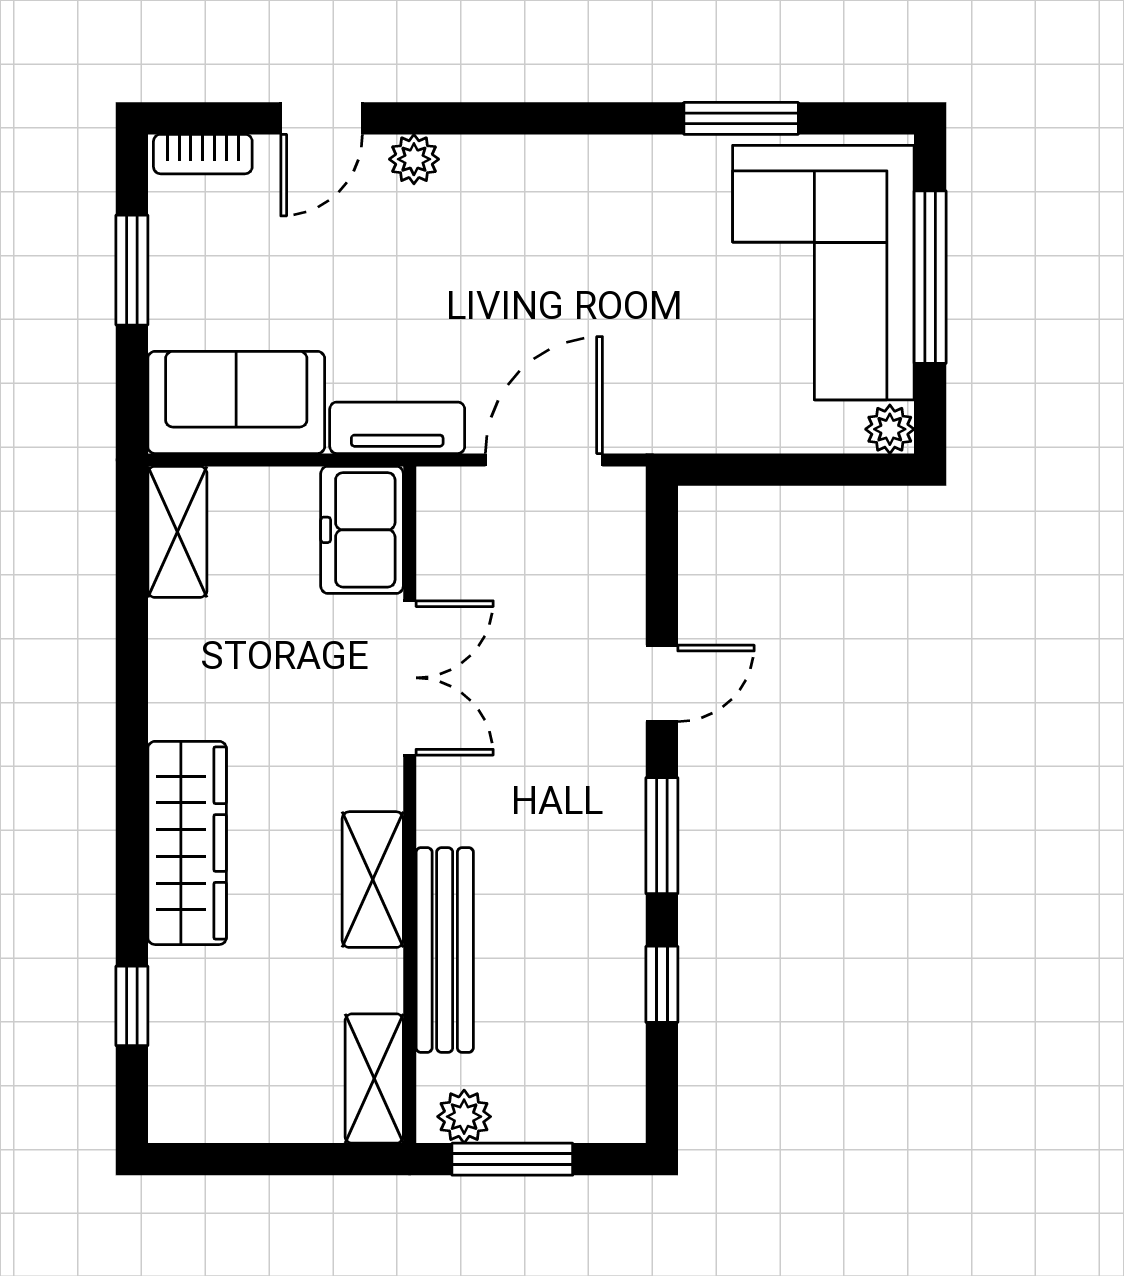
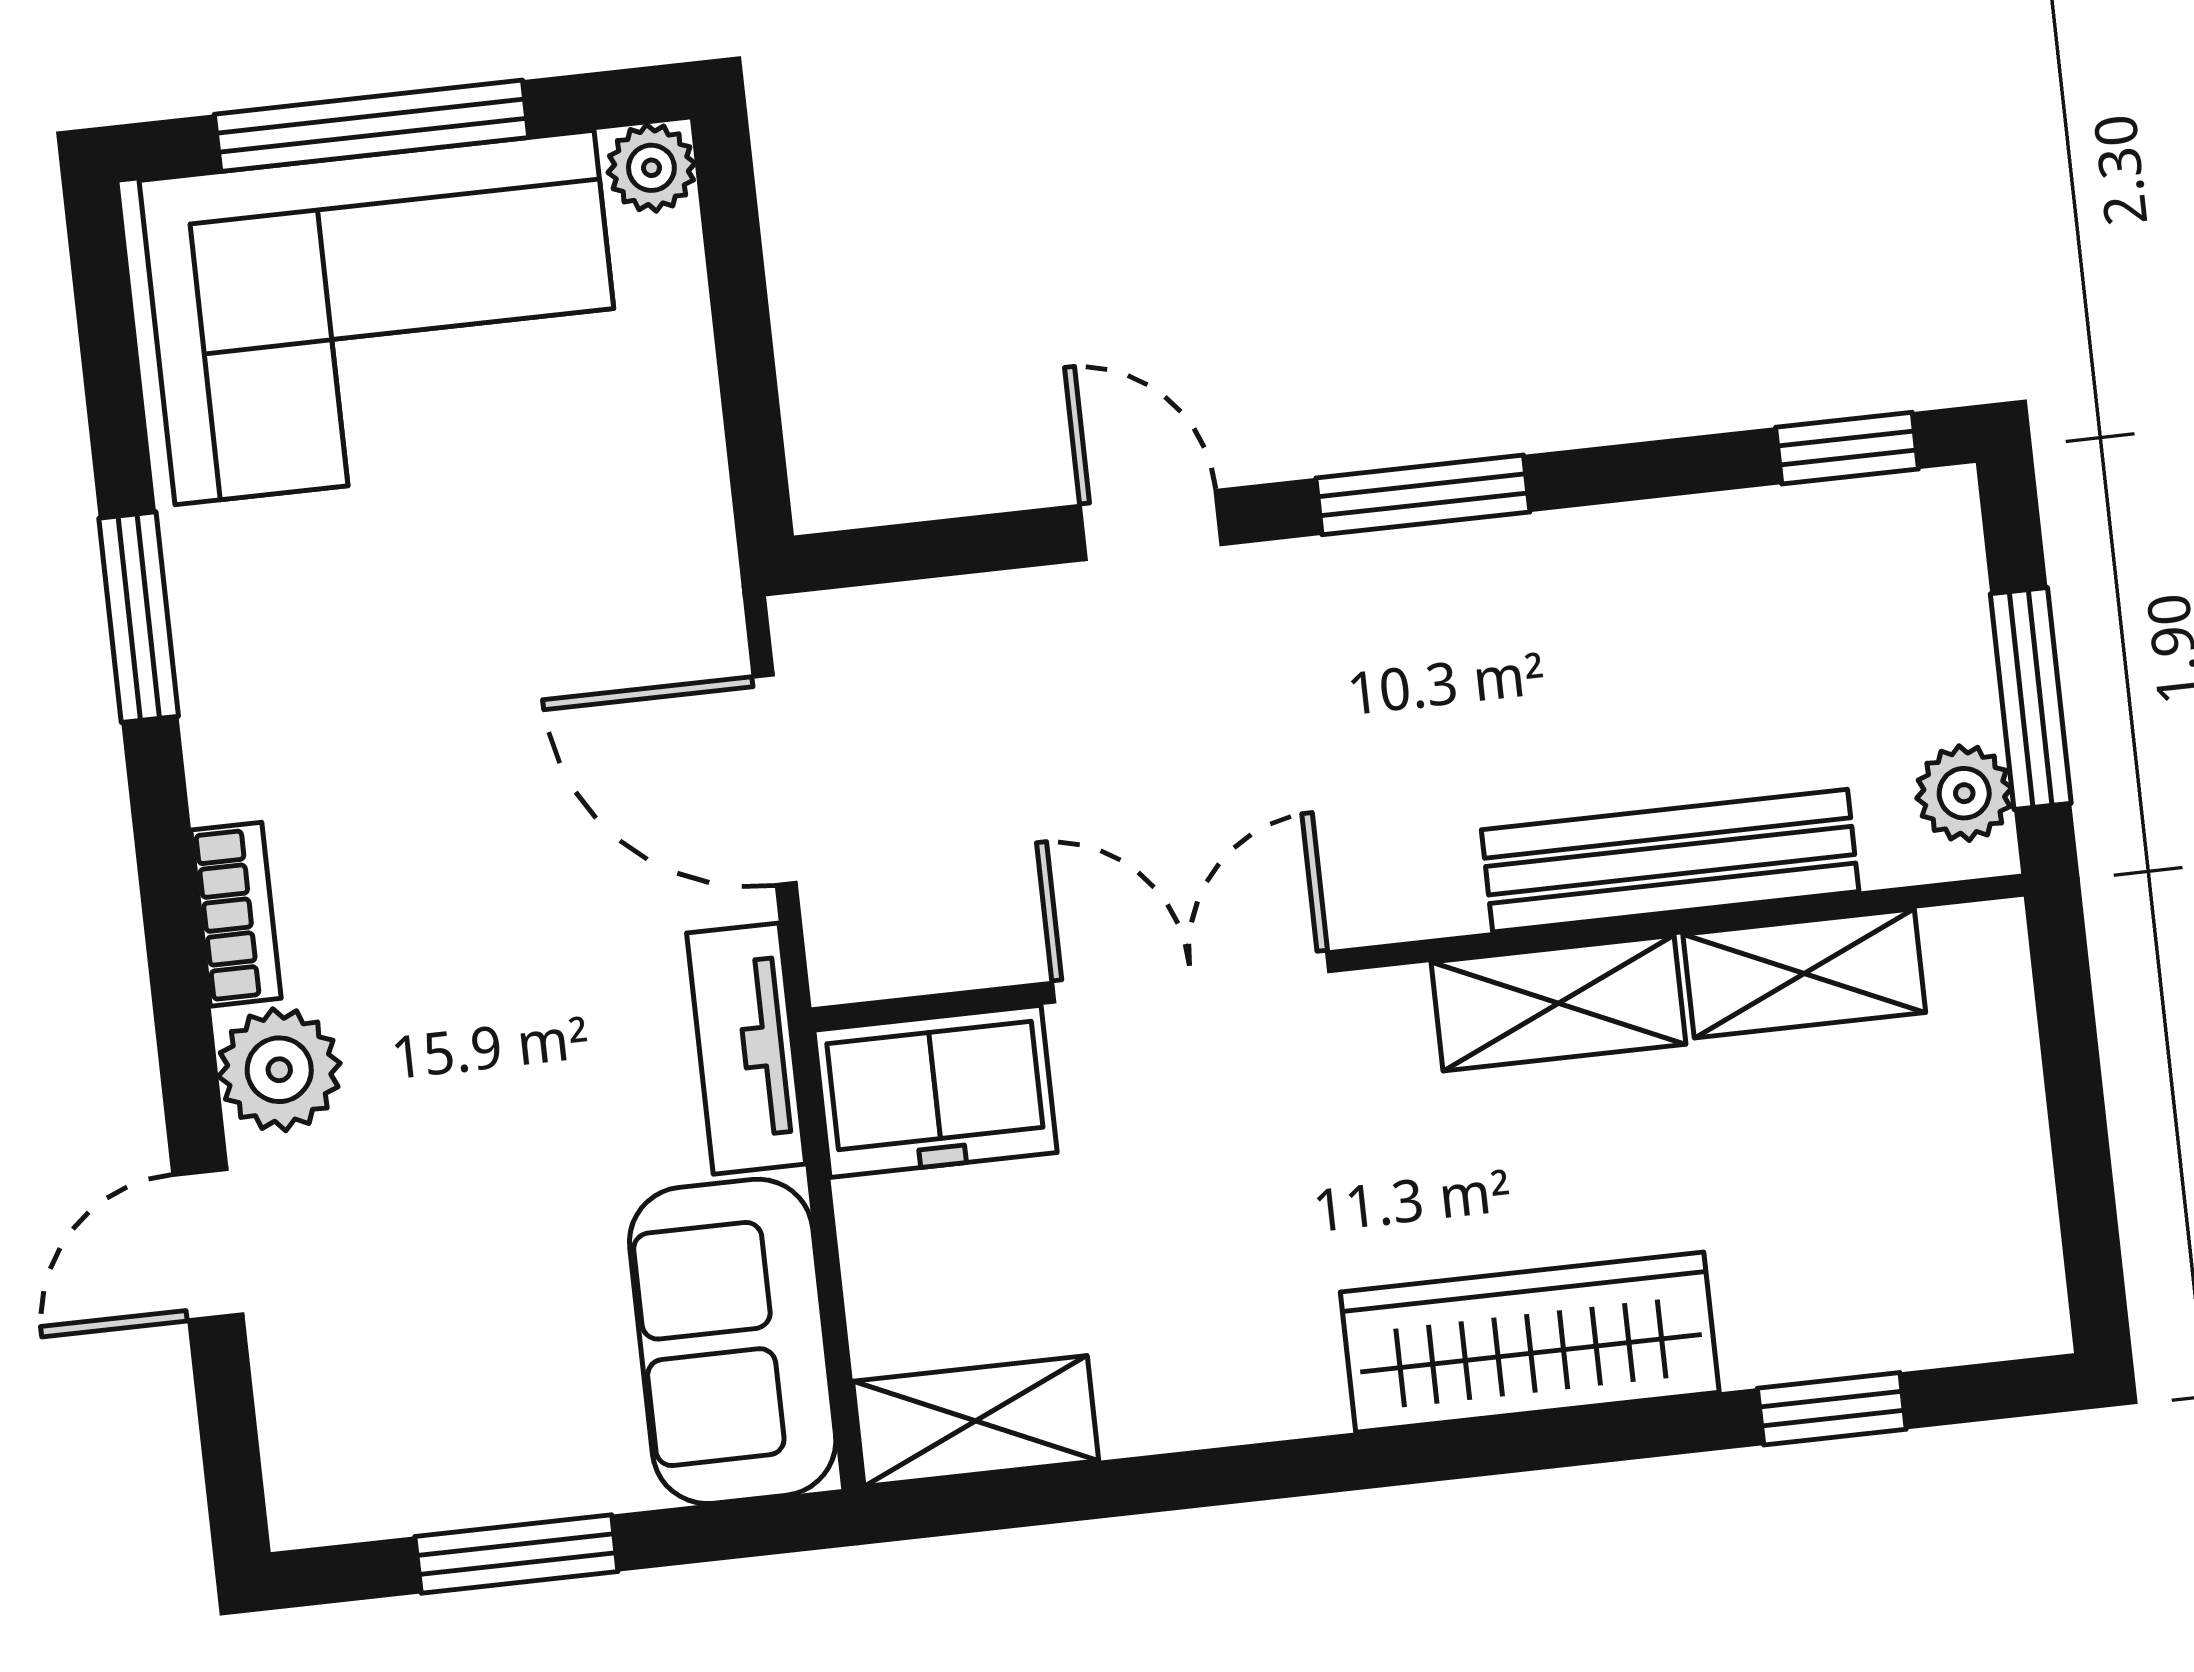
door: (322, 118) -> (208, 1245), swing flipped
window: (741, 118) -> (139, 617), moved
bookcase: (203, 154) -> (236, 914), moved
plant: (414, 159) -> (279, 1070), width x1.38, depth x1.38
window: (662, 984) -> (1847, 448), moved
shelving: (374, 1079) -> (1804, 973), moved

